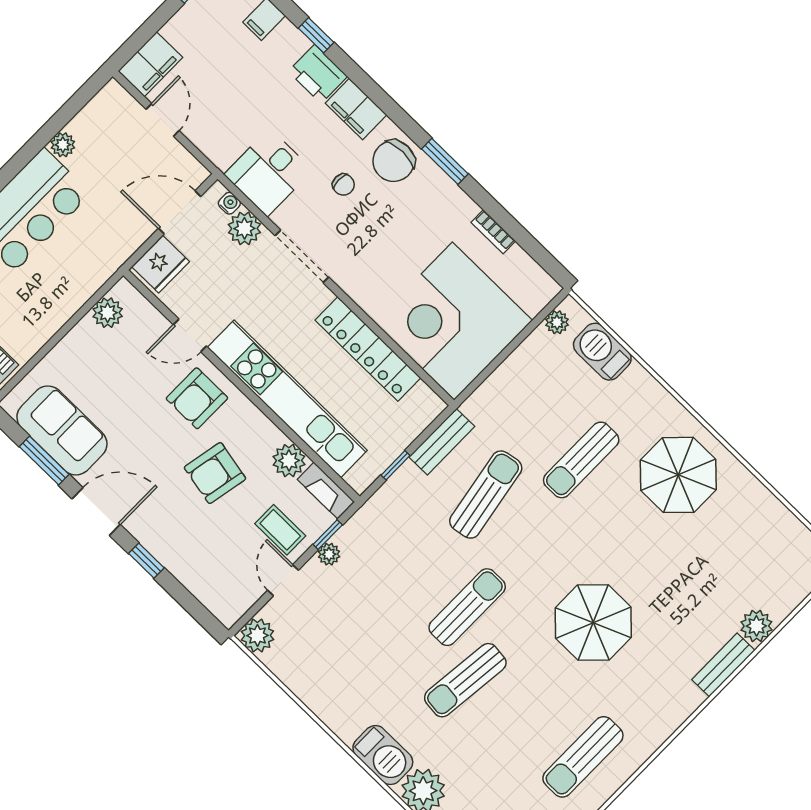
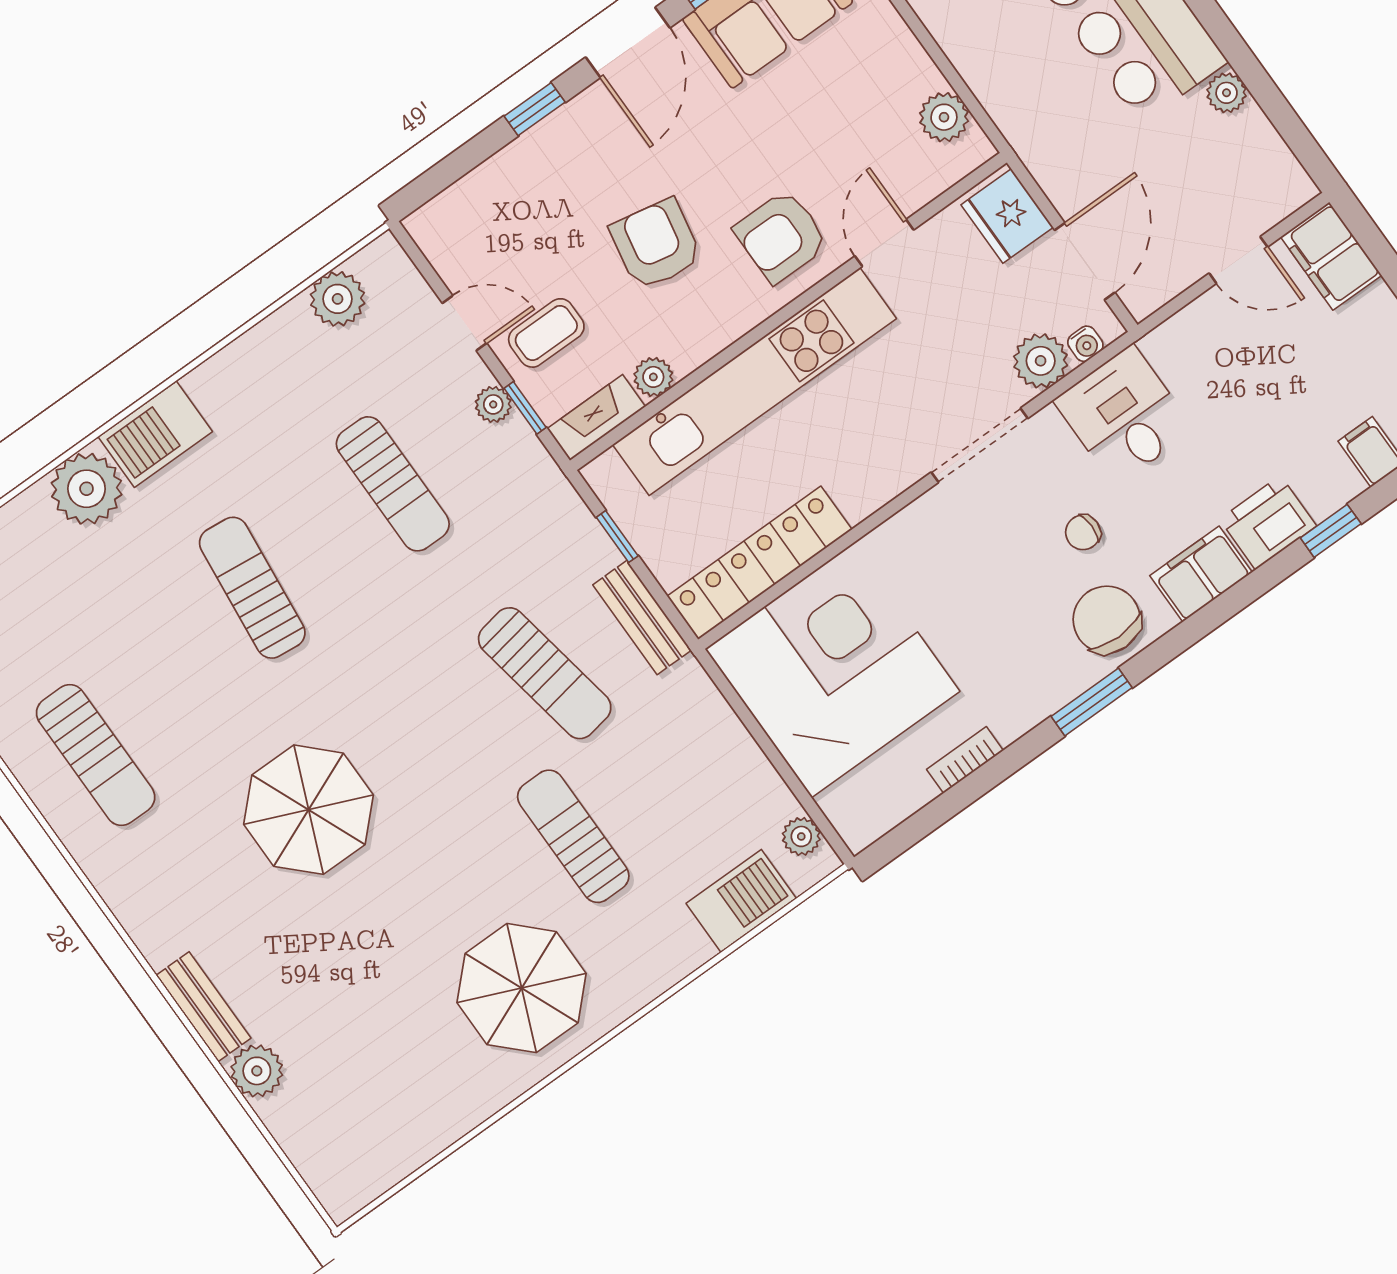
locker: (368, 349) -> (759, 563), moved
armchair: (197, 398) -> (781, 236), turned -90
plant: (289, 461) -> (653, 377), width x0.73, depth x0.73
sun lounger: (467, 607) -> (393, 484), moved
plant: (257, 636) -> (338, 299), moved
sun lounger: (583, 757) -> (96, 755), turned 180

